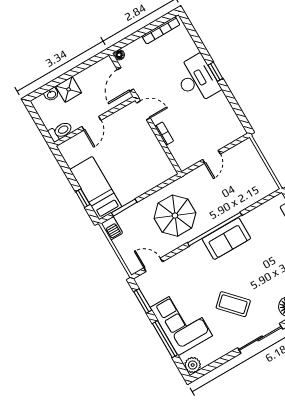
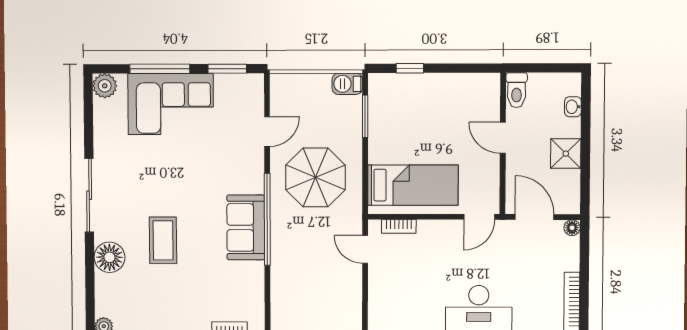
shower: (69, 89) -> (566, 154), moved
bookcase: (164, 134) -> (399, 226), moved
door: (211, 157) -> (365, 249), moved
bed: (96, 188) -> (413, 185), moved
door: (153, 265) -> (267, 132), moved
coffee table: (233, 304) -> (163, 240), moved, turned -47

